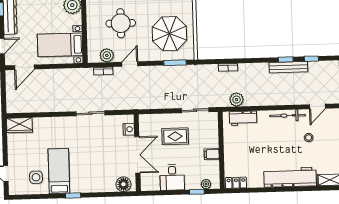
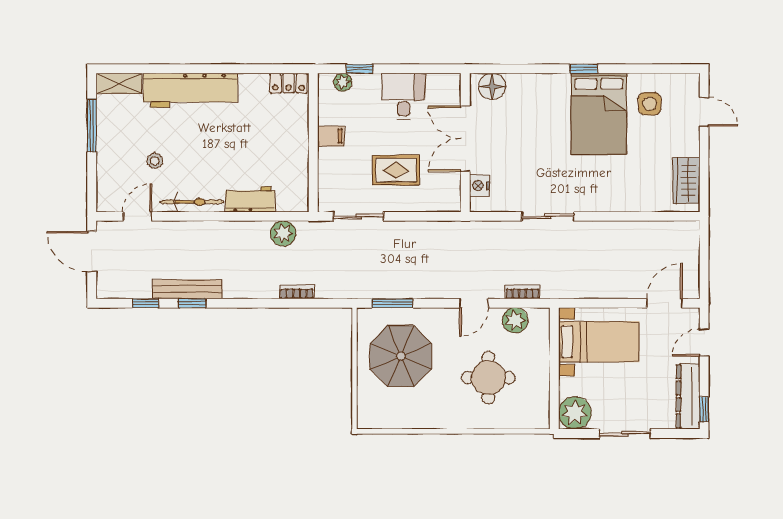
workbench: (243, 118) -> (250, 199), moved
wardrobe: (19, 125) -> (686, 181), moved, turned -90
bed: (59, 171) -> (599, 114), width x1.50

